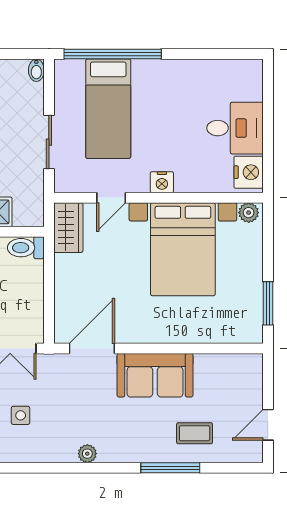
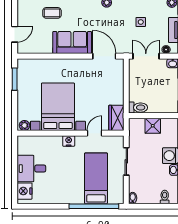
nightstand: (249, 172) -> (24, 191), moved
door: (92, 349) -> (104, 56), swing flipped
door: (268, 425) -> (15, 34), moved

